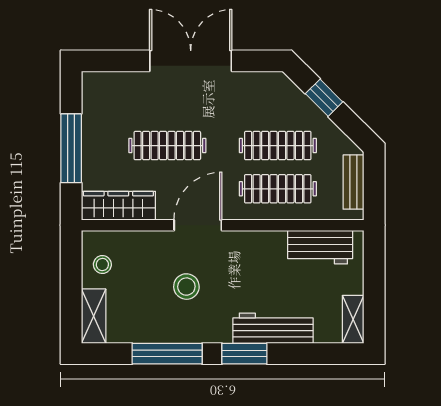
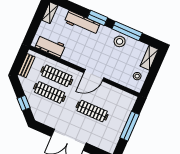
wardrobe: (118, 206) -> (121, 96), removed
stool: (186, 287) -> (120, 41), moved

